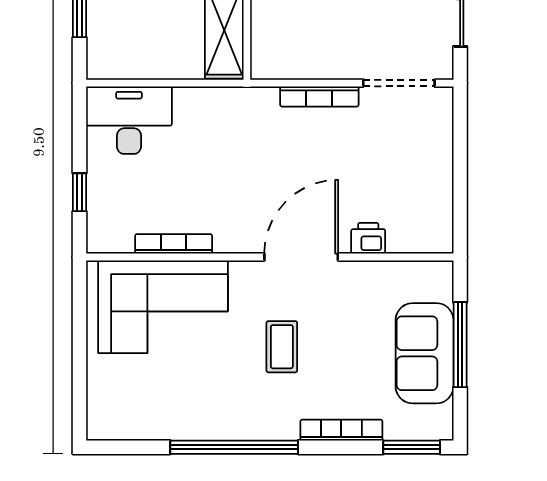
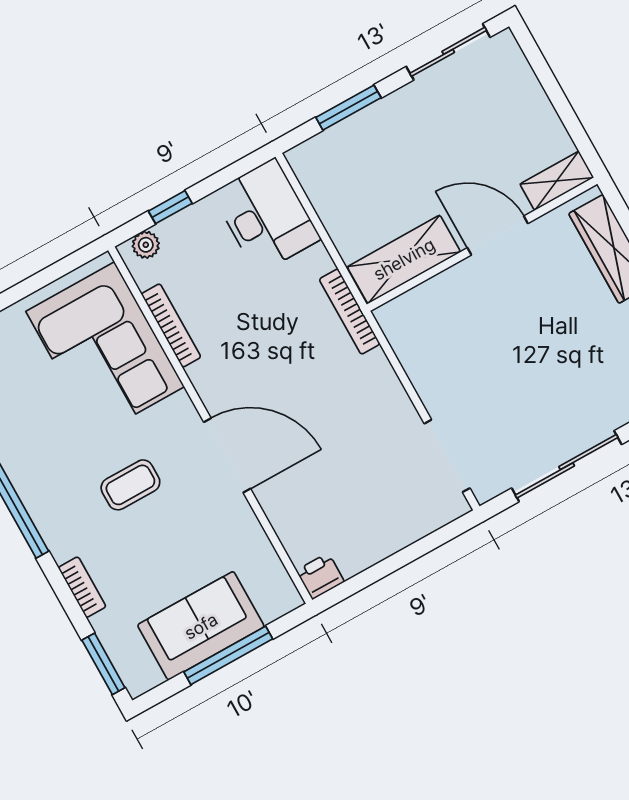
bookcase: (319, 96) -> (350, 312), moved
plant: (98, 228) -> (146, 245), added
printer: (368, 238) -> (320, 576), moved, turned -90
bookcase: (341, 430) -> (82, 587), width x0.64

